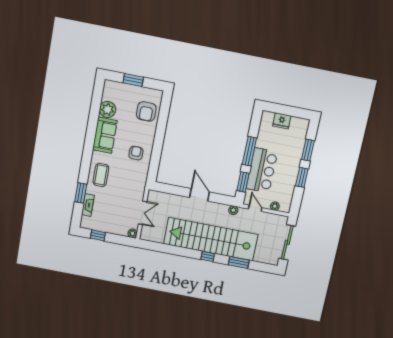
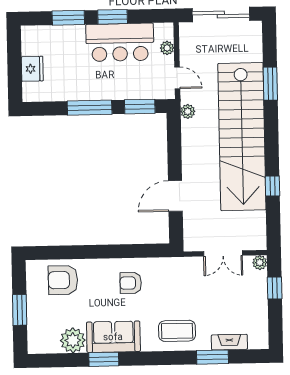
armchair: (146, 111) -> (63, 280), turned 180
window: (92, 126) -> (104, 359), added
bar counter: (262, 170) -> (120, 42), moved, turned 180
door: (200, 195) -> (175, 196), moved
door: (255, 208) -> (177, 78), swing flipped
double door: (143, 213) -> (223, 253), swing flipped
window: (98, 235) -> (275, 288), moved
window: (208, 257) -> (272, 186), moved

